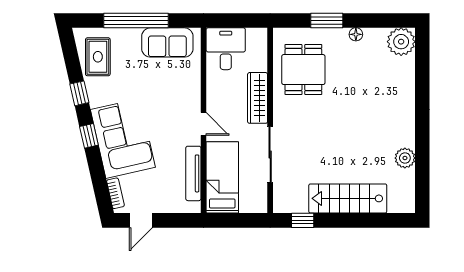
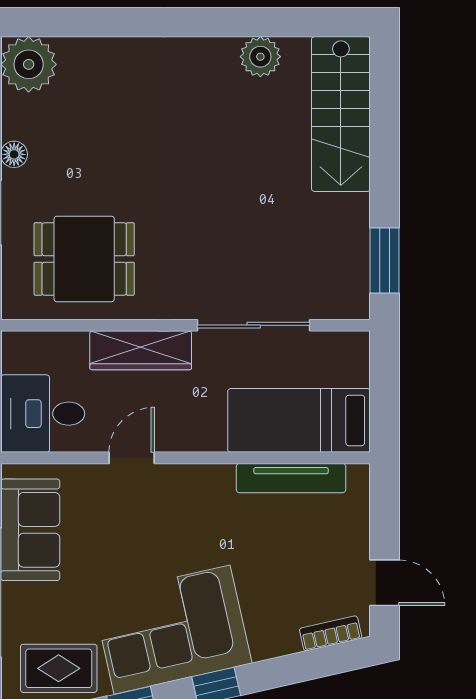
door: (204, 124) -> (132, 458), moved
corner sofa: (123, 138) -> (172, 630), moved
stairs: (348, 198) -> (341, 114), moved
window: (303, 220) -> (385, 260), width x1.50

